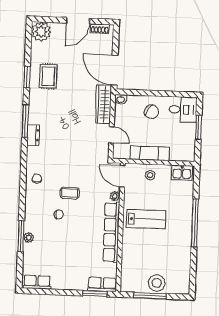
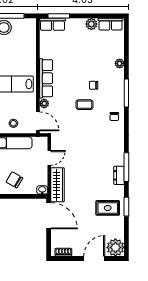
door: (78, 21) -> (94, 258), moved
rug: (48, 76) -> (108, 208), turned 90
dresser: (33, 135) -> (119, 175), moved
door: (112, 135) -> (49, 158), swing flipped
row of seats: (111, 232) -> (46, 78), width x0.73
window: (21, 236) -> (126, 93), moved
plant: (58, 283) -> (91, 24), added

